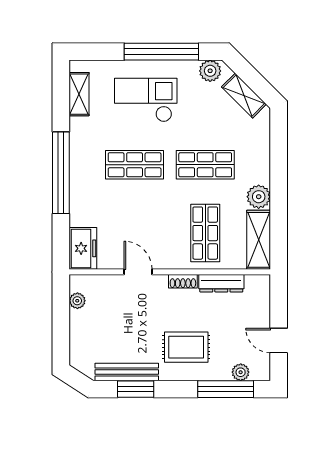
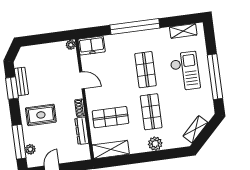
plant: (210, 71) -> (207, 107), removed
plant: (259, 197) -> (155, 144), moved
door: (138, 272) -> (82, 80), hinge flipped
plant: (77, 301) -> (71, 45), moved
rug: (186, 347) -> (41, 115), turned 90
bench: (127, 372) -> (21, 81), width x0.73

